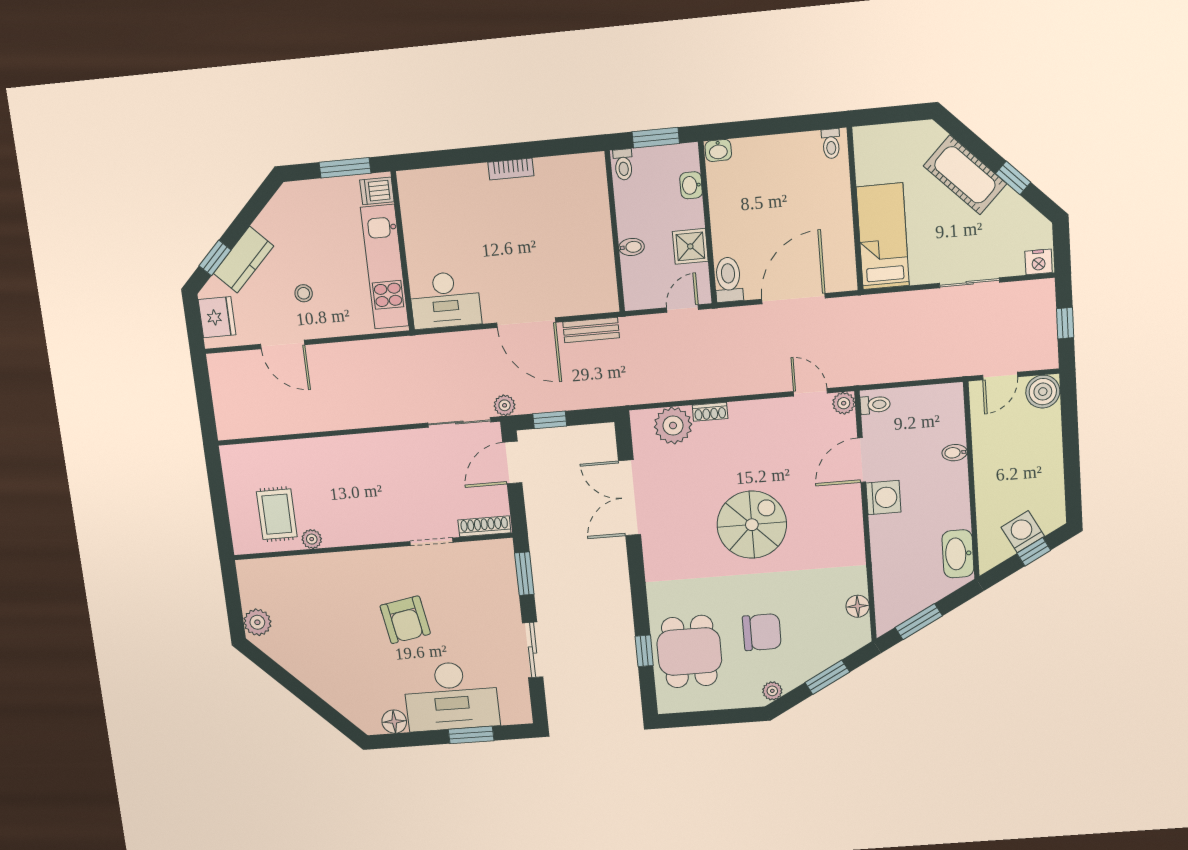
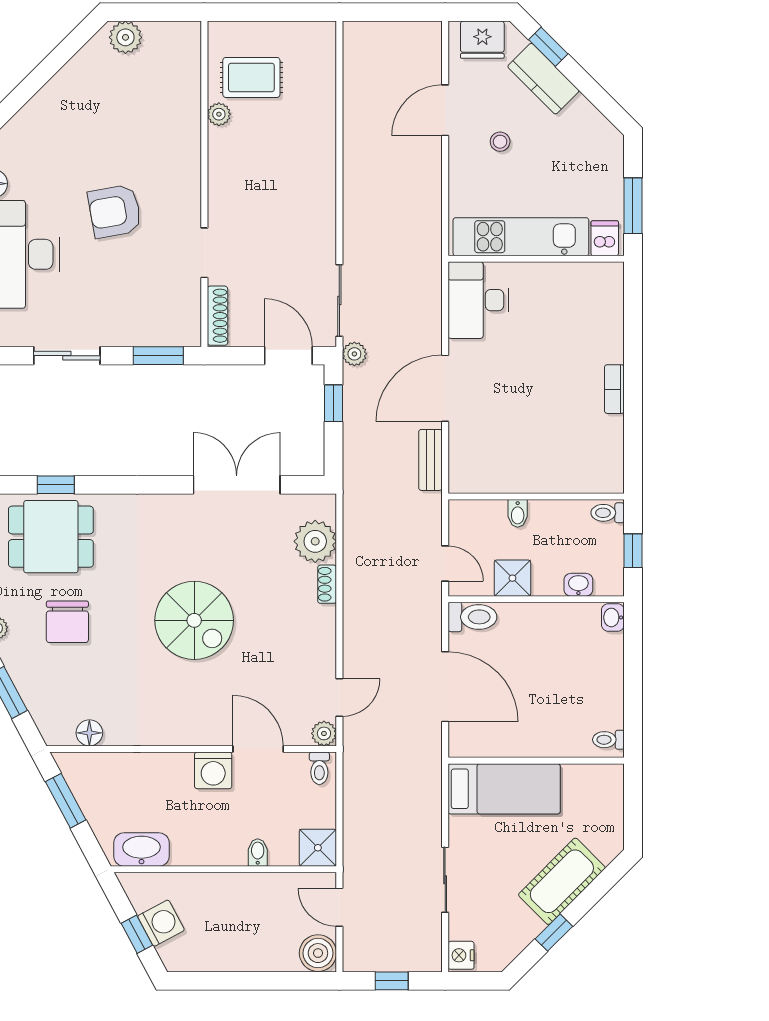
window: (656, 138) -> (633, 551), width x0.67
shower: (947, 400) -> (318, 848), added

